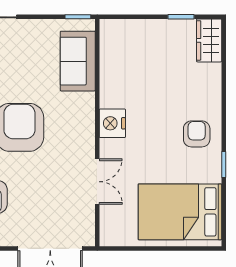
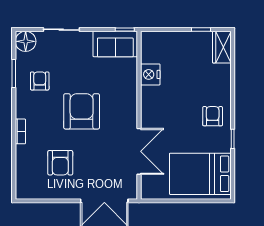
sofa: (78, 61) -> (115, 44), moved, turned -90
nightstand: (112, 123) -> (150, 74), moved
double door: (97, 182) -> (139, 151), width x1.37

